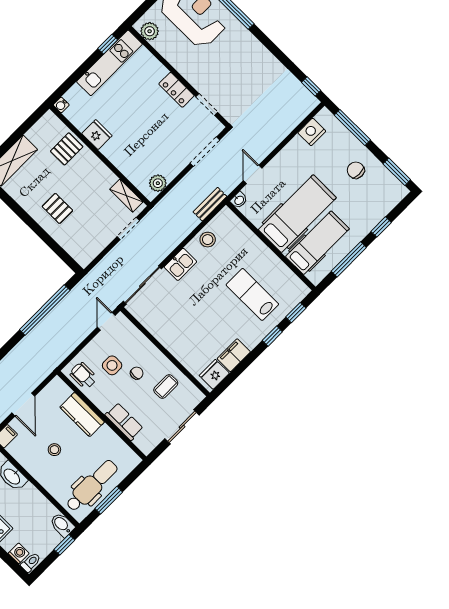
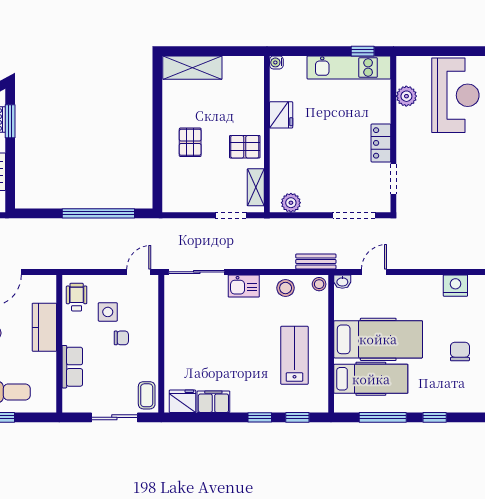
plant: (150, 31) -> (406, 96), moved
pallet: (67, 149) -> (245, 147), moved
stool: (226, 216) -> (319, 284), added
lab bench: (252, 294) -> (294, 355), moved
coffee table: (166, 387) -> (147, 395), moved, turned 90

